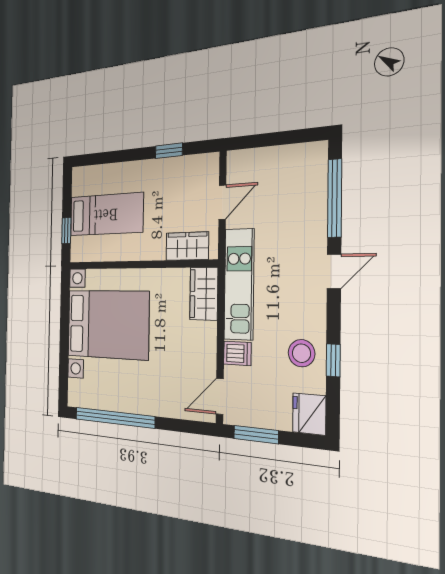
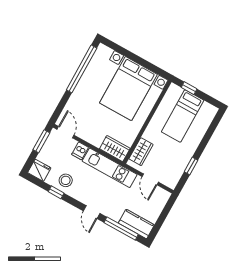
kitchen counter: (311, 176) -> (136, 224), added

